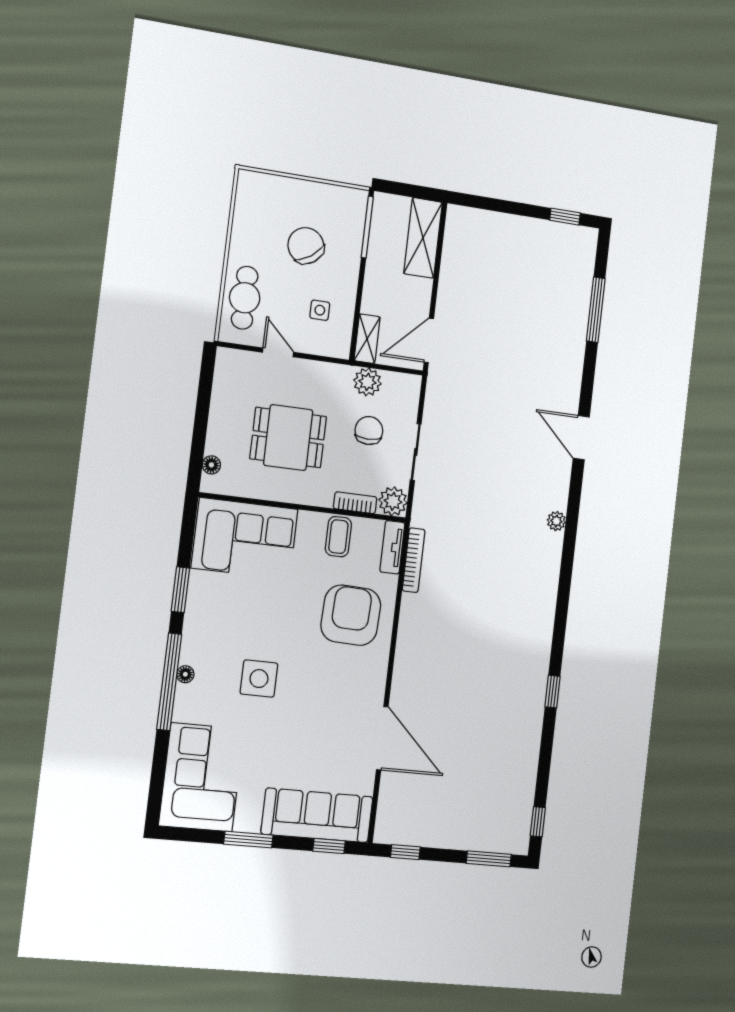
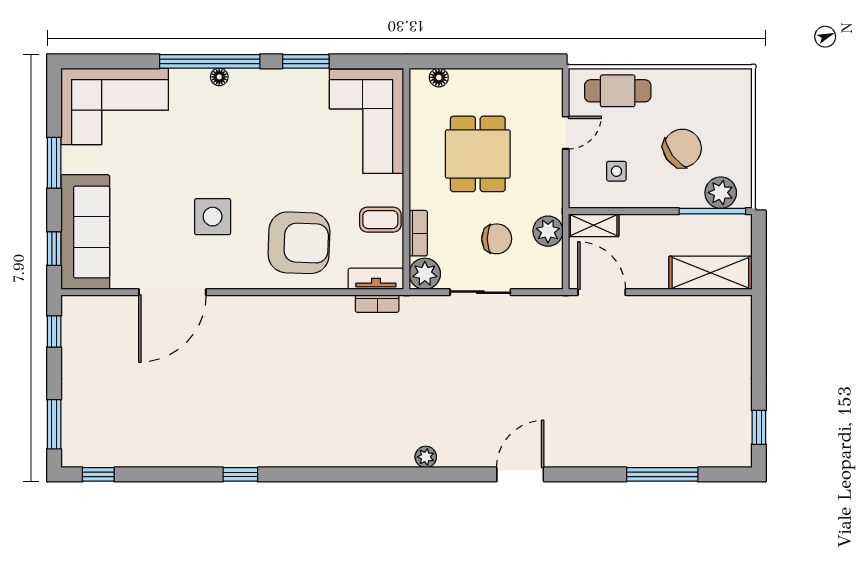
plant: (351, 217) -> (721, 193), added
bookcase: (414, 560) -> (377, 304), width x0.64
side table: (259, 679) -> (213, 217), moved

